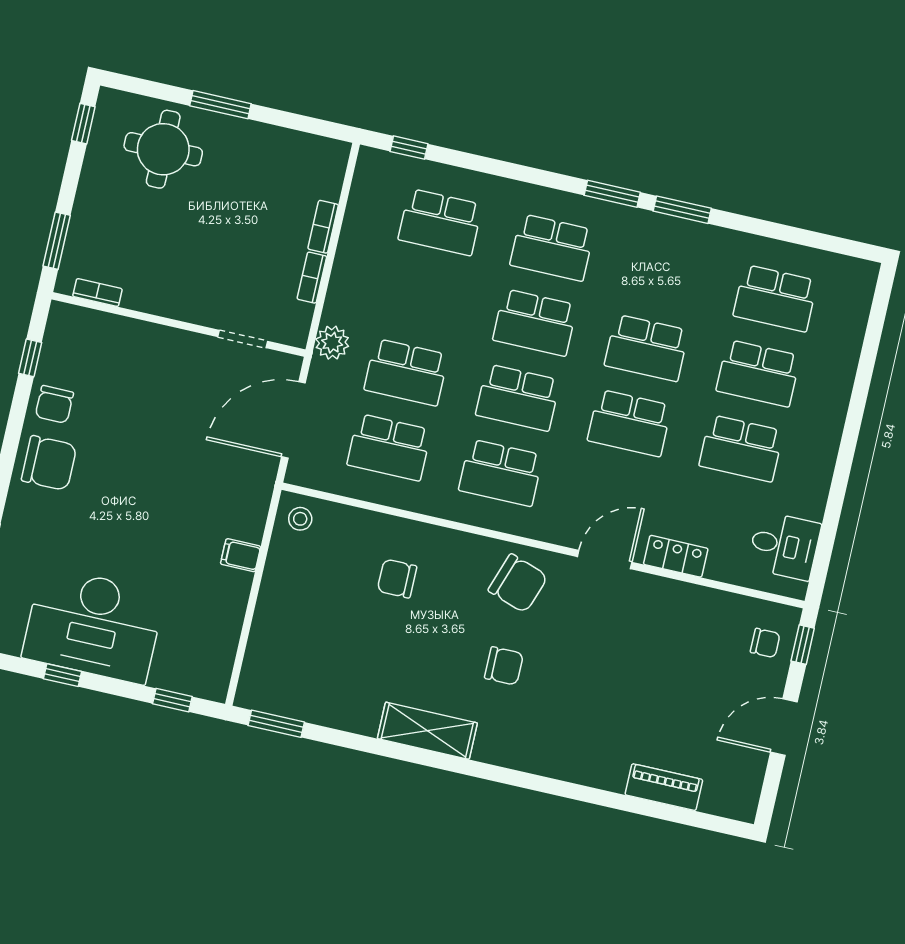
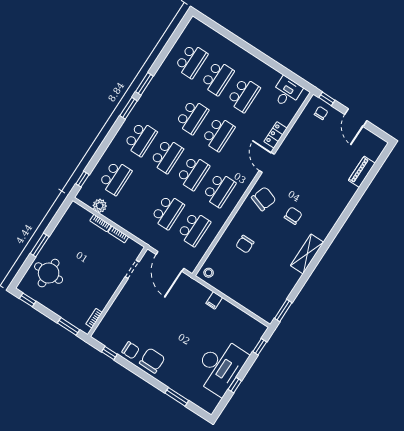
plant: (332, 343) -> (100, 206), moved

